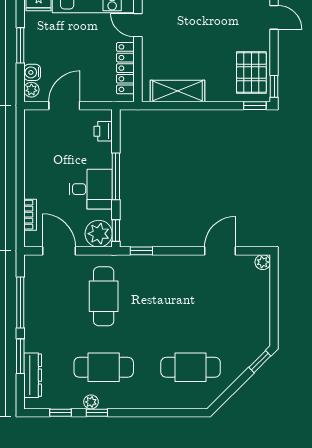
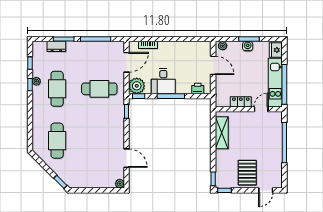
locker: (125, 68) -> (241, 102), width x0.66
water cooler: (32, 72) -> (248, 46), moved
pallet: (251, 73) -> (247, 173), moved, turned 90
dresser: (33, 375) -> (56, 46), width x0.70

